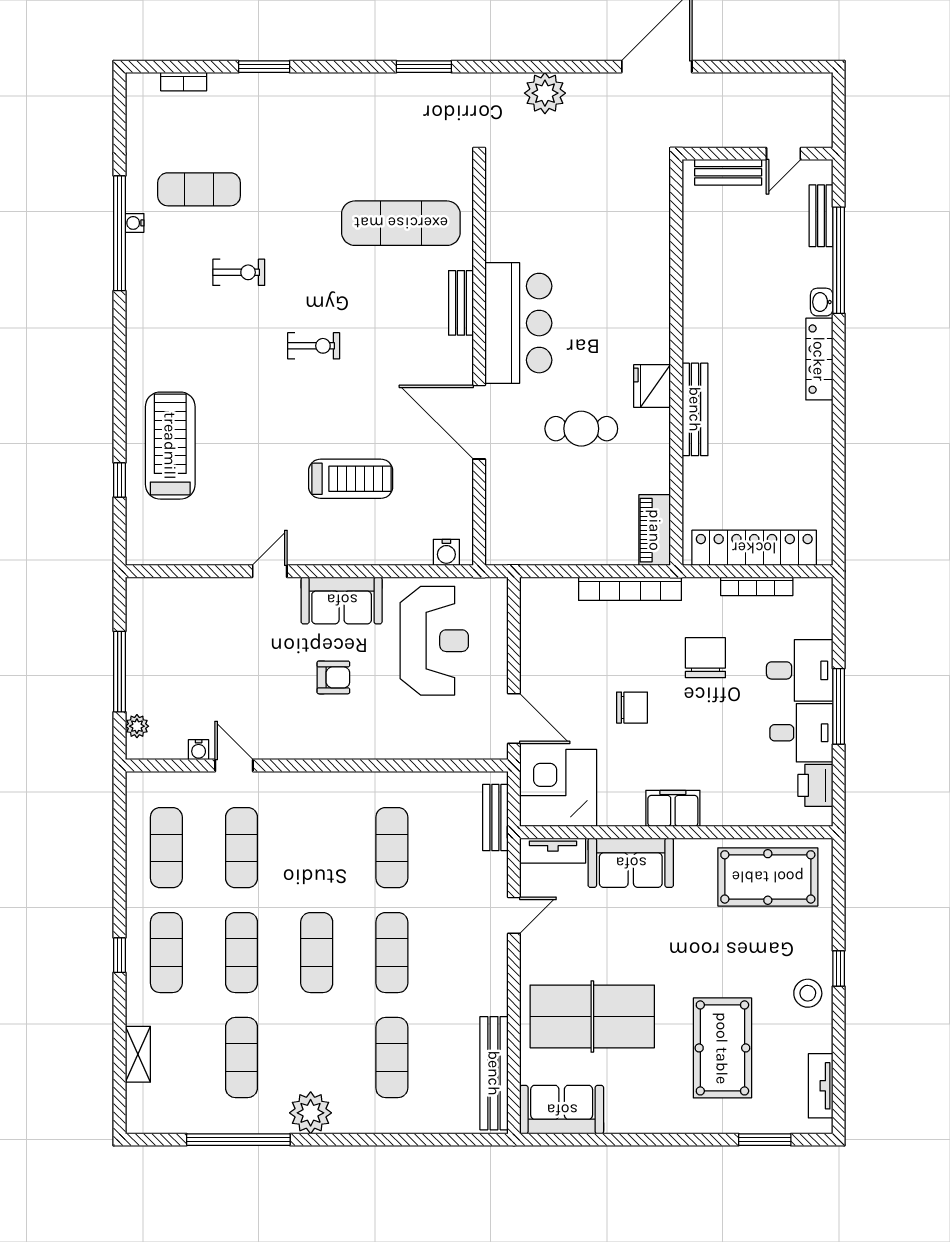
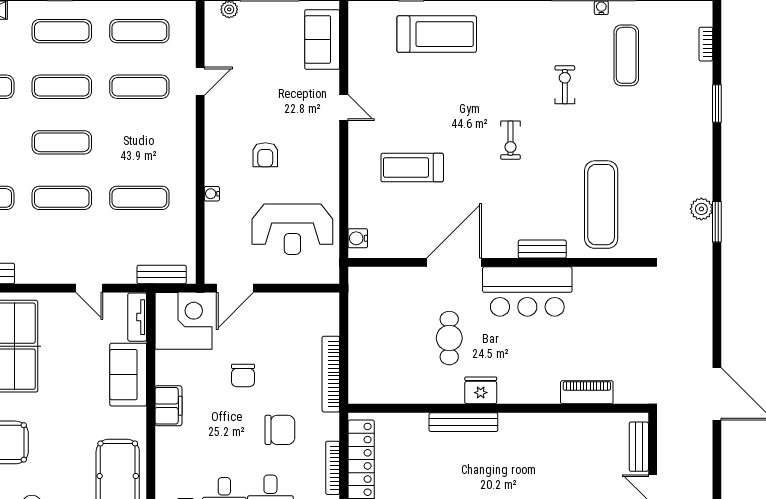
plant: (545, 93) -> (701, 209), moved, width x0.73, depth x0.73
exercise bike: (239, 272) -> (565, 85), turned 180
treadmill: (351, 479) -> (412, 167), turned 90
piano: (655, 530) -> (587, 392), moved
sofa: (342, 600) -> (322, 39), moved
water cooler: (199, 750) -> (212, 194), moved

